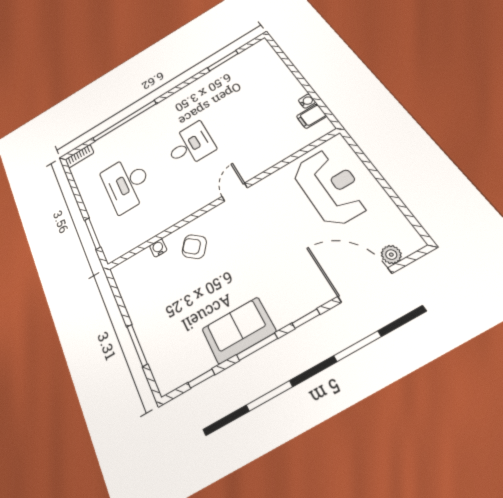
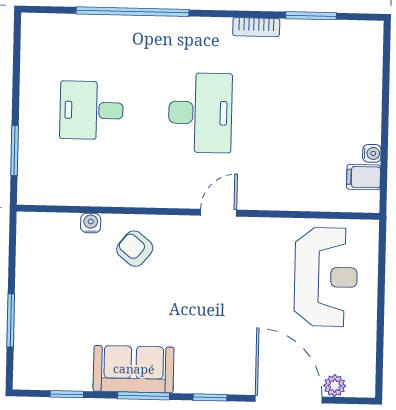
desk: (190, 145) -> (200, 113), width x1.37
bookcase: (79, 156) -> (256, 27), moved
desk: (127, 184) -> (92, 110), width x0.73

